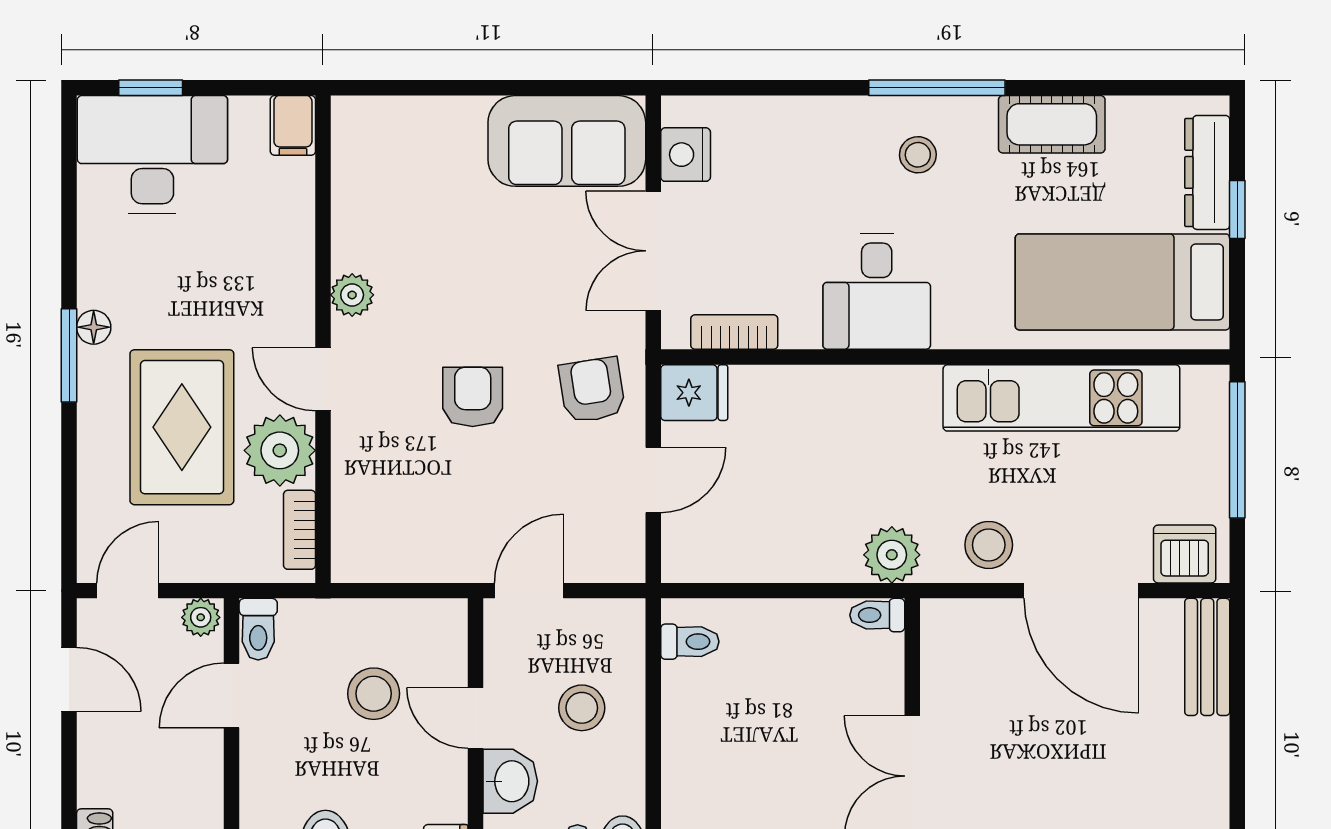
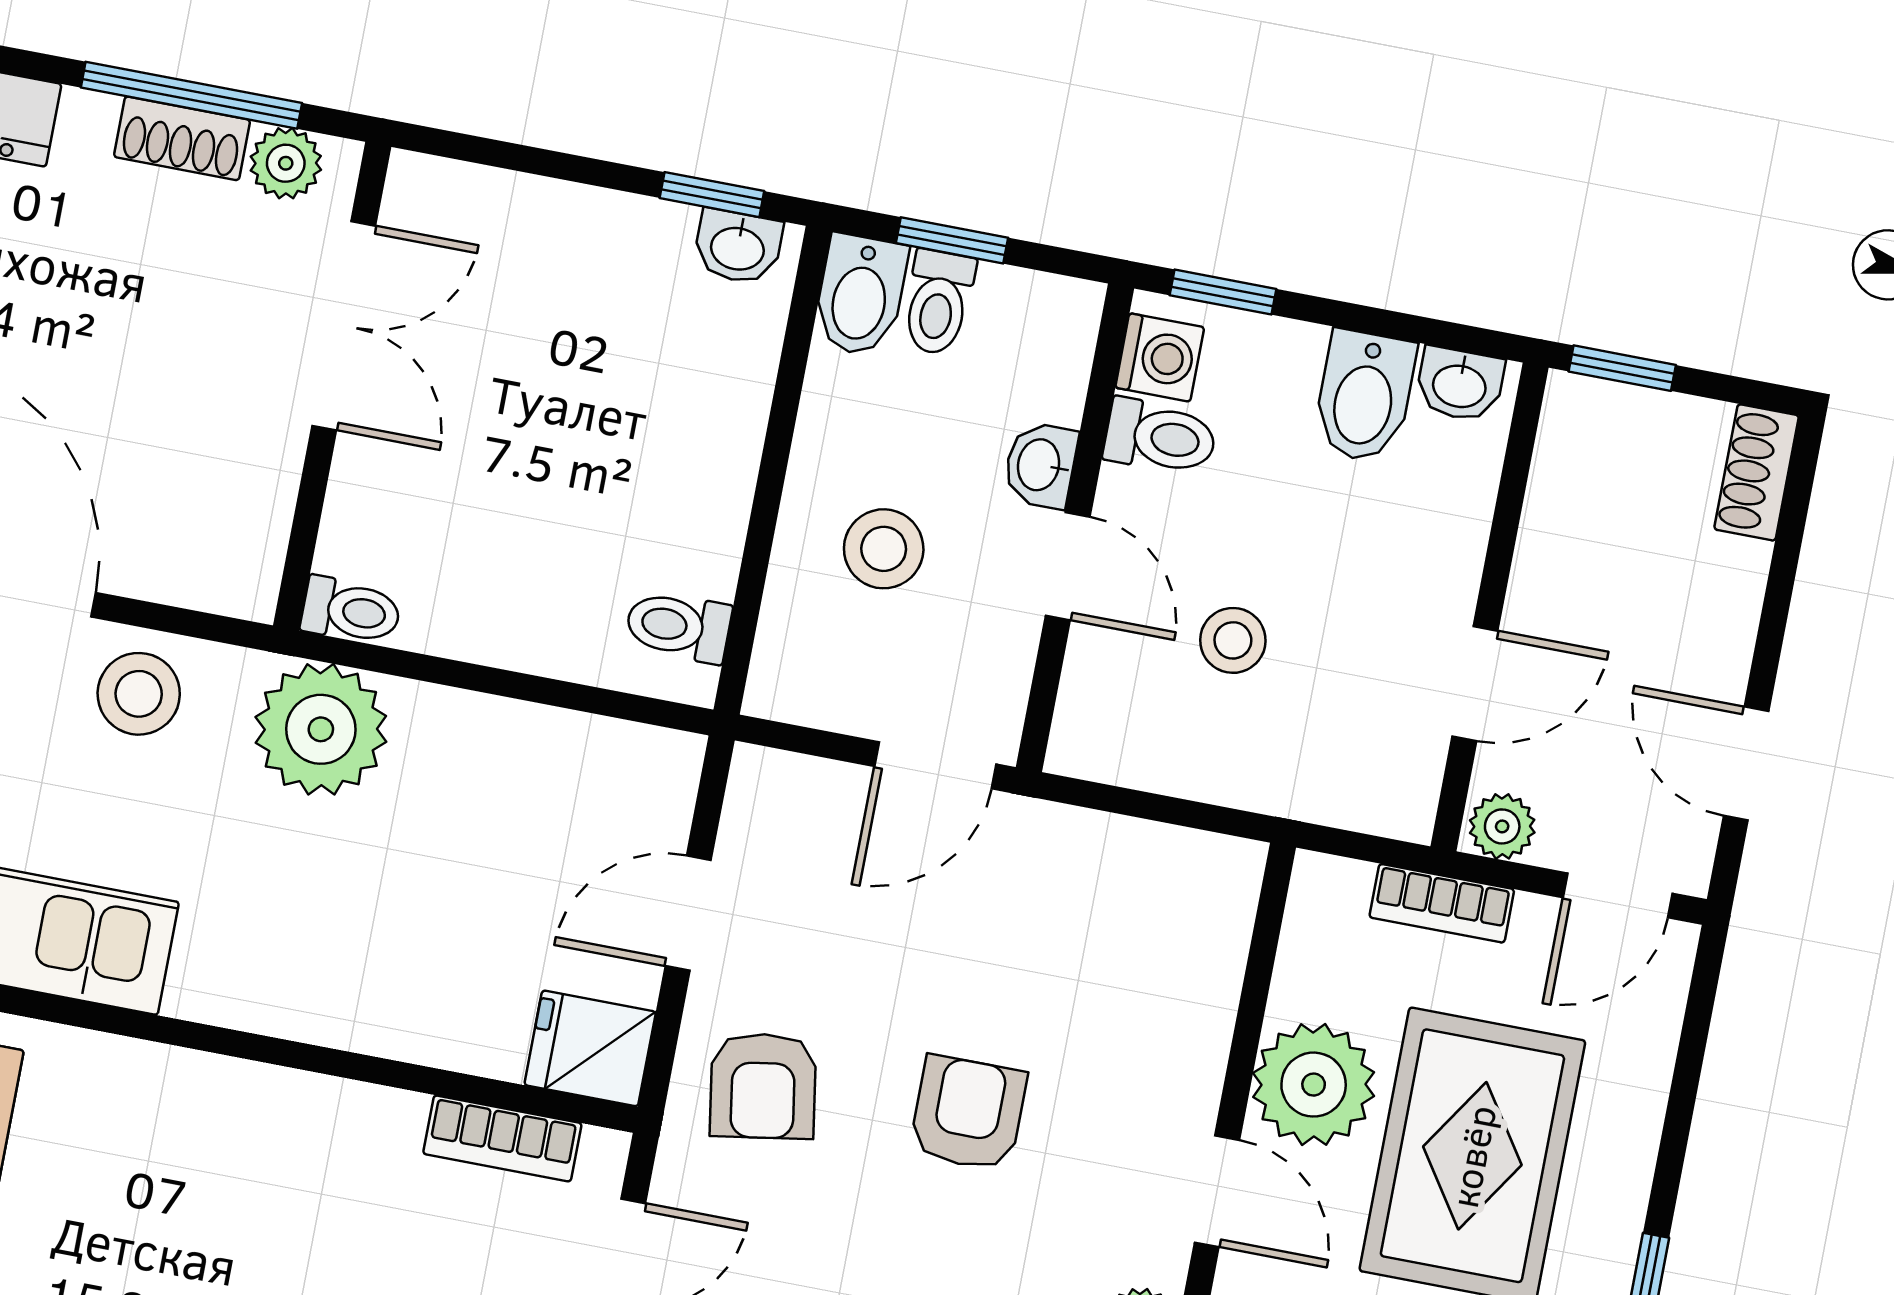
desk: (877, 292) -> (247, 1161), removed
armchair: (473, 397) -> (968, 1113), turned 180
bookcase: (300, 530) -> (1442, 903), moved, turned 90
plant: (892, 555) -> (321, 729), width x1.36, depth x1.36
toilet: (258, 629) -> (1160, 437), moved, turned 90
stool: (374, 694) -> (1233, 640), width x0.73, depth x0.73
washbasin: (510, 781) -> (1040, 465), width x0.72, depth x0.69

